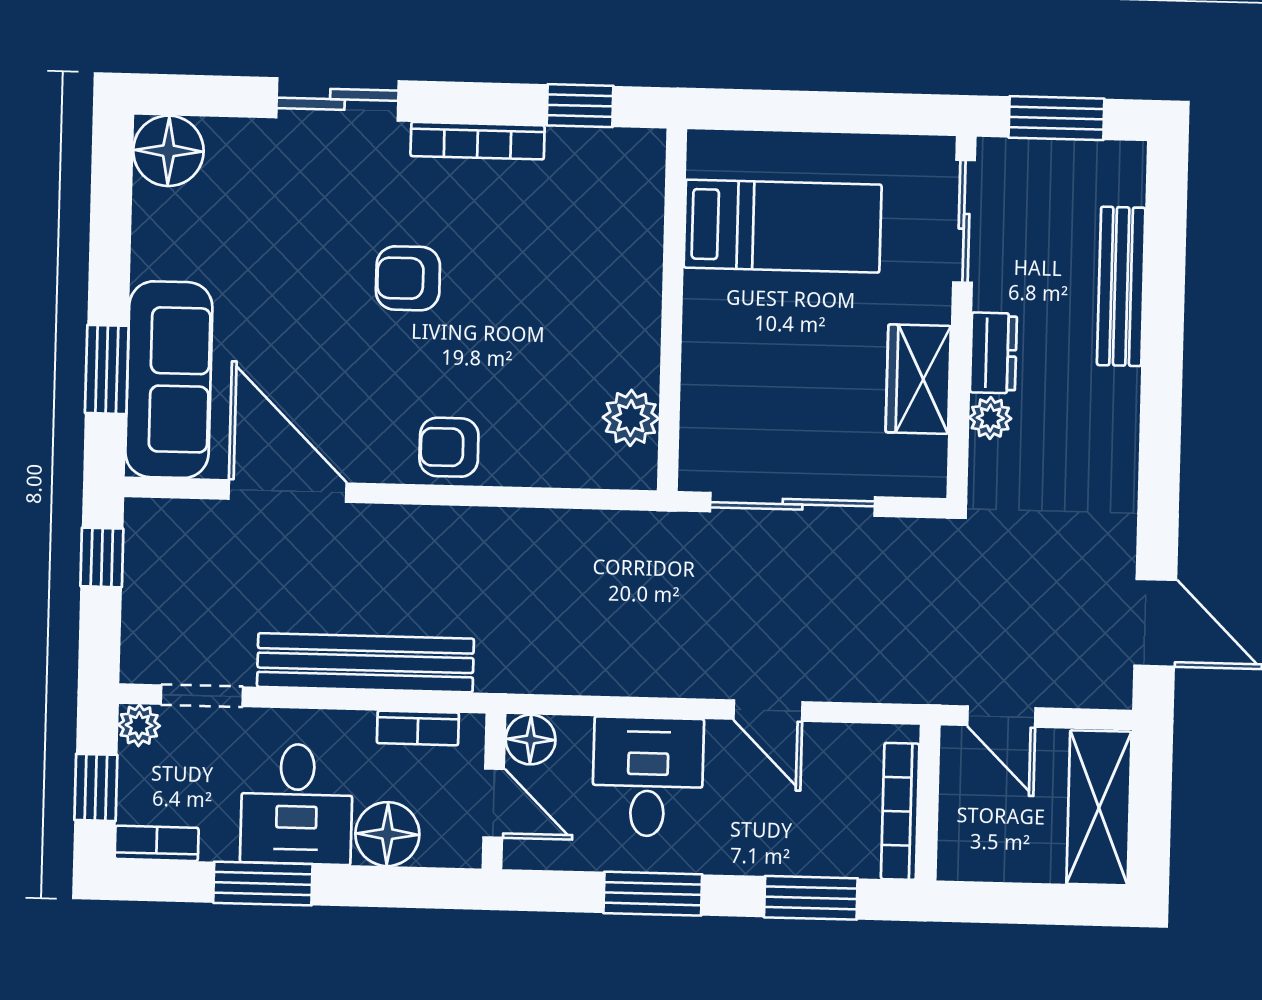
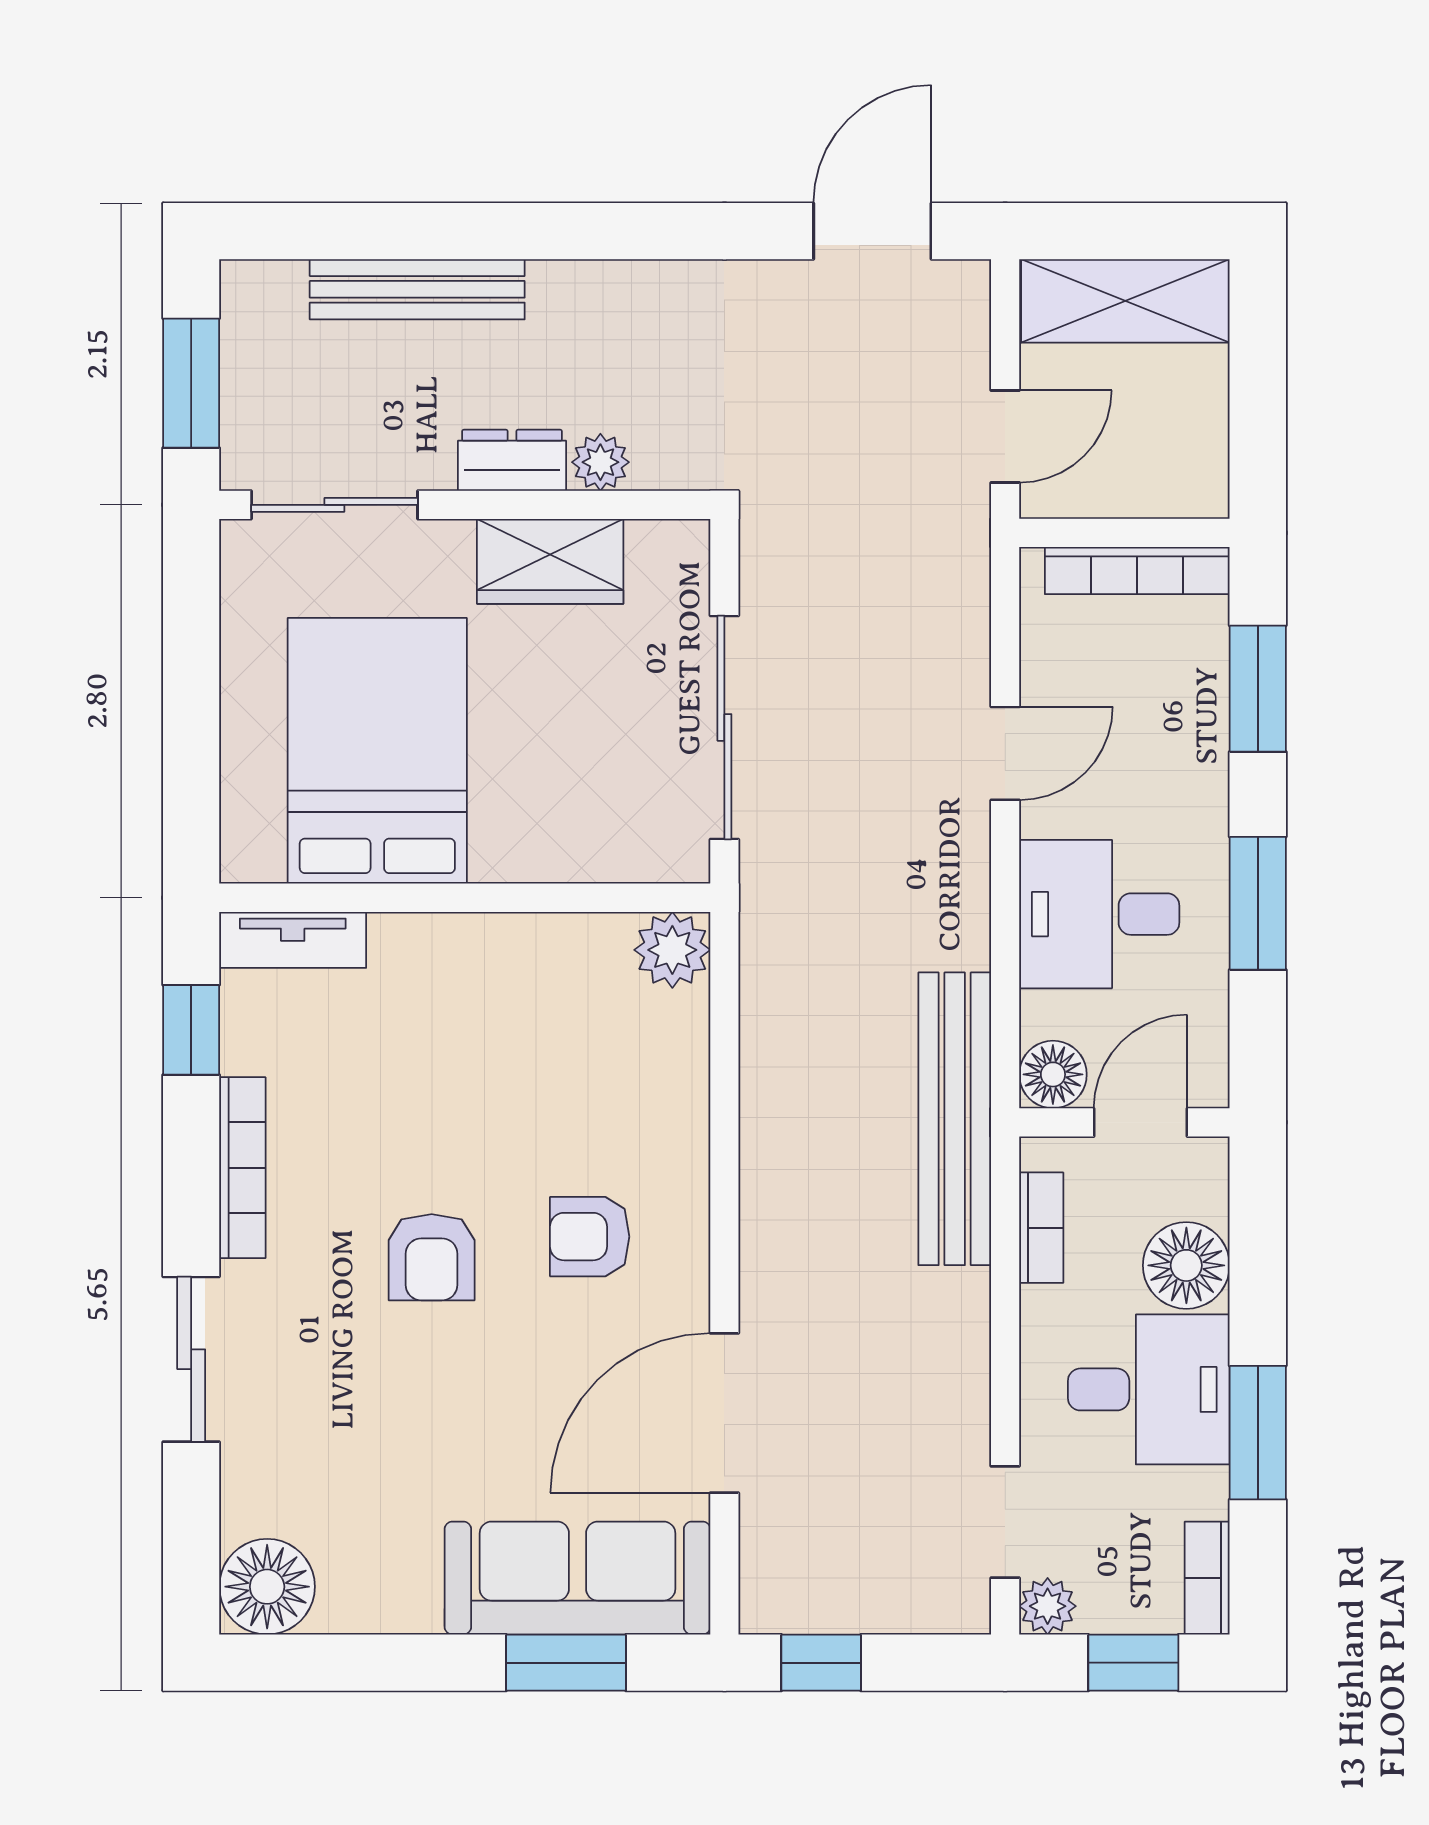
tv unit: (644, 182) -> (293, 940), added
bed: (783, 226) -> (377, 751), width x1.50
plant: (631, 418) -> (672, 950), moved
armchair: (449, 447) -> (590, 1237), moved, turned 90
bench: (365, 663) -> (955, 1119), moved

